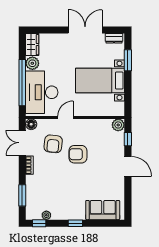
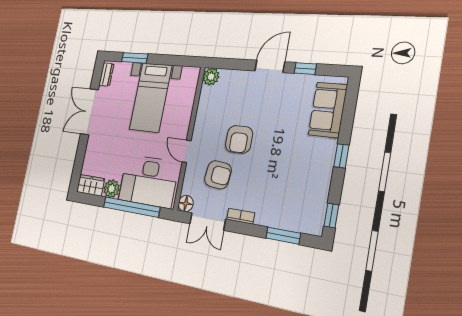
window: (128, 139) -> (305, 69), moved
plant: (46, 215) -> (321, 202), removed

